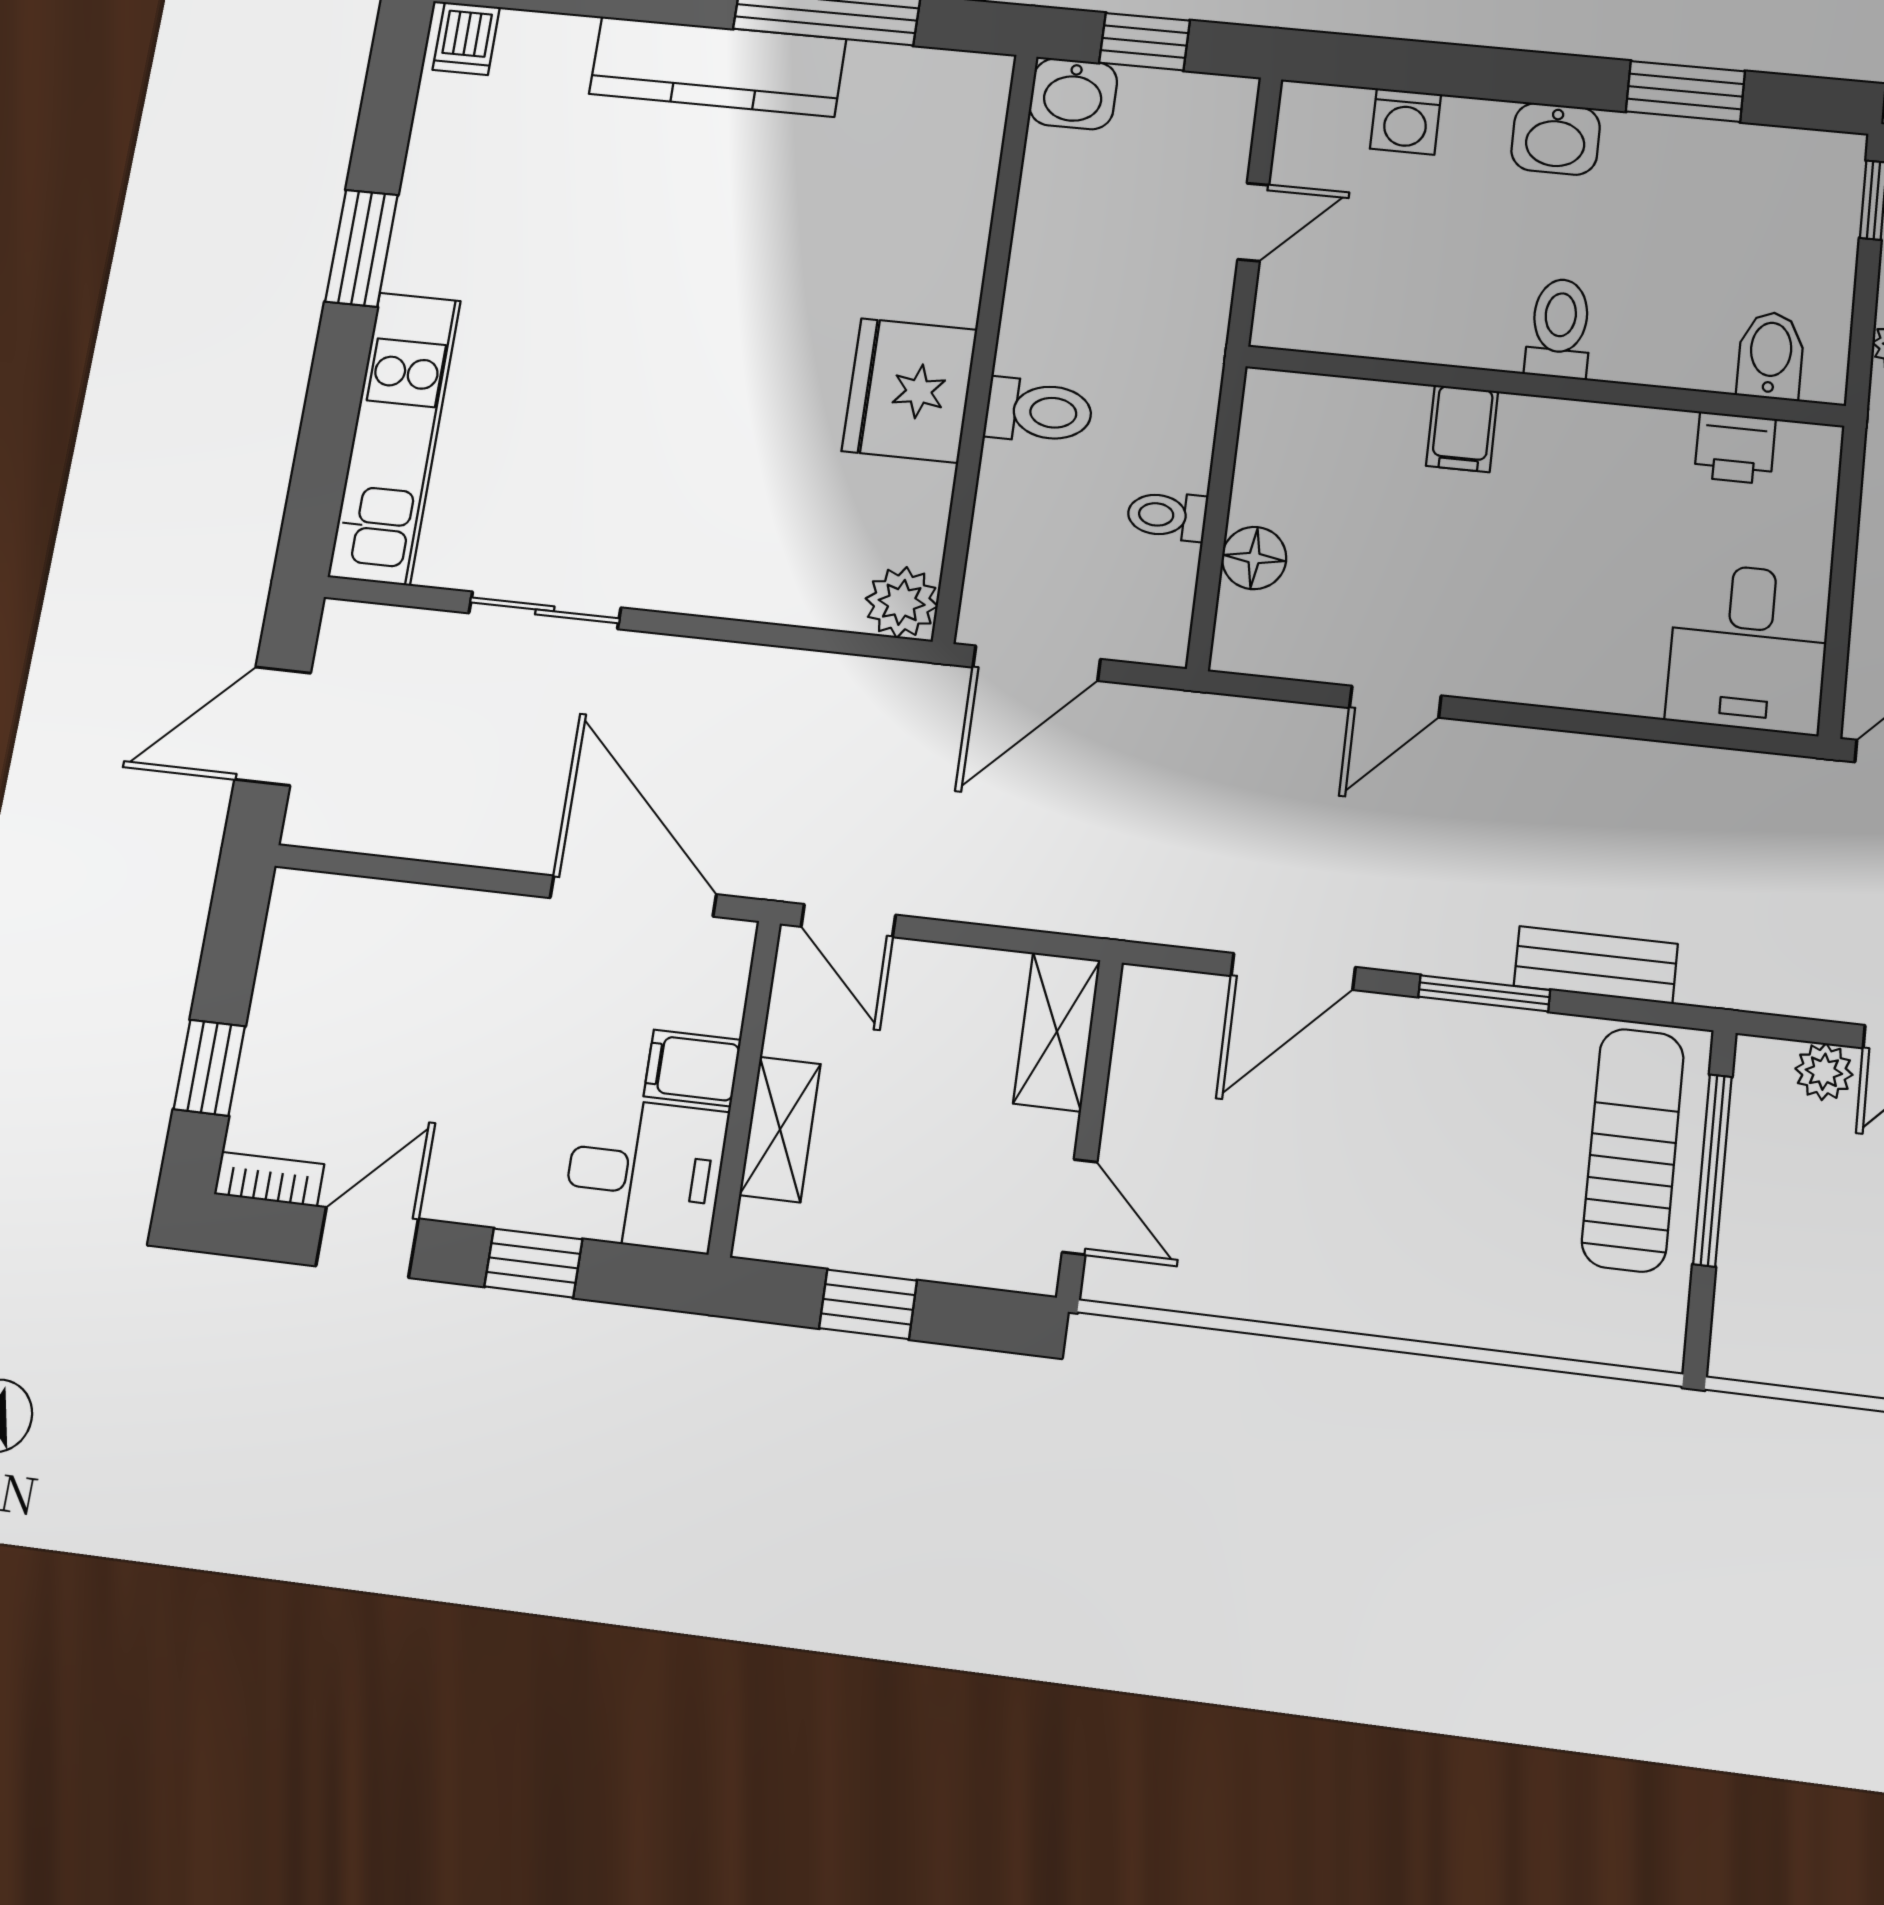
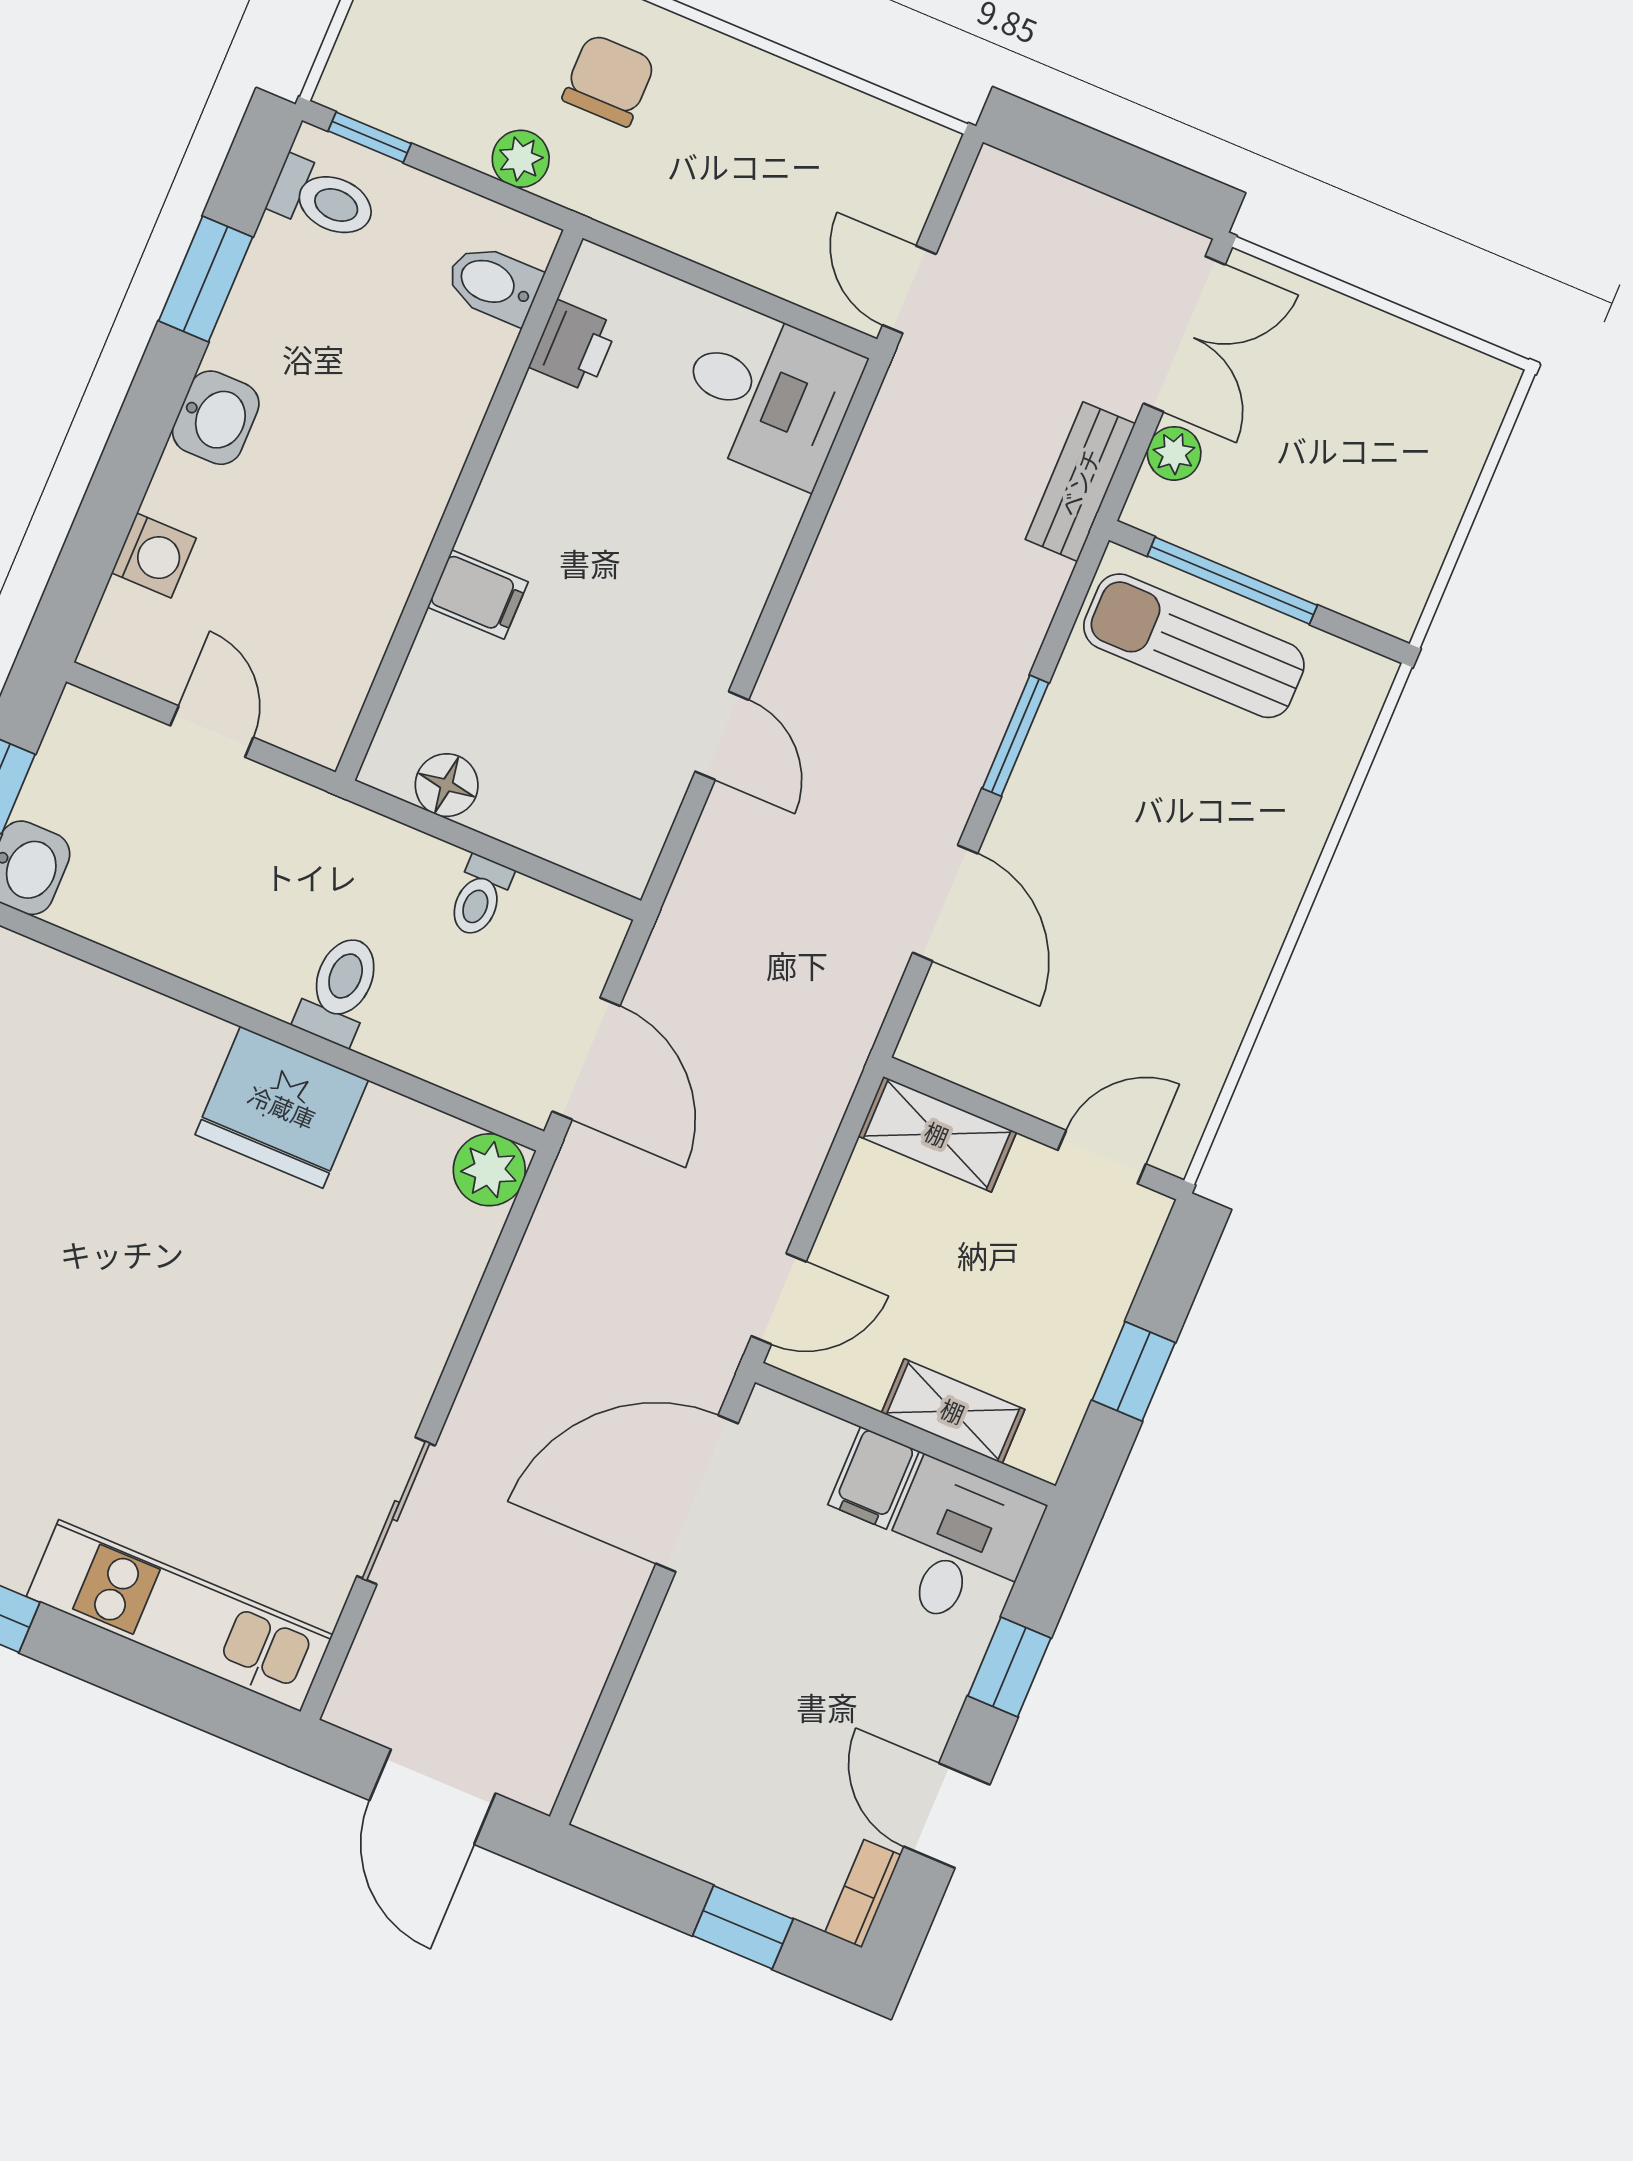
toilet: (1559, 328) -> (323, 200), moved, turned 180
floor lamp: (1254, 558) -> (447, 785), moved
bench: (1596, 965) -> (1080, 482), moved

